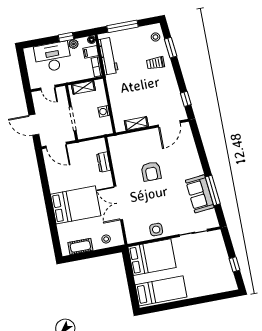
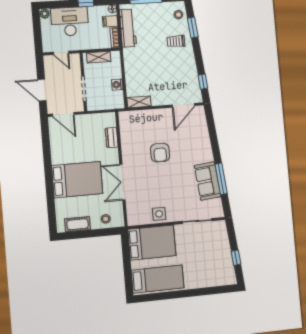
plant: (74, 44) -> (45, 14), moved
shelving: (136, 124) -> (139, 102), moved

